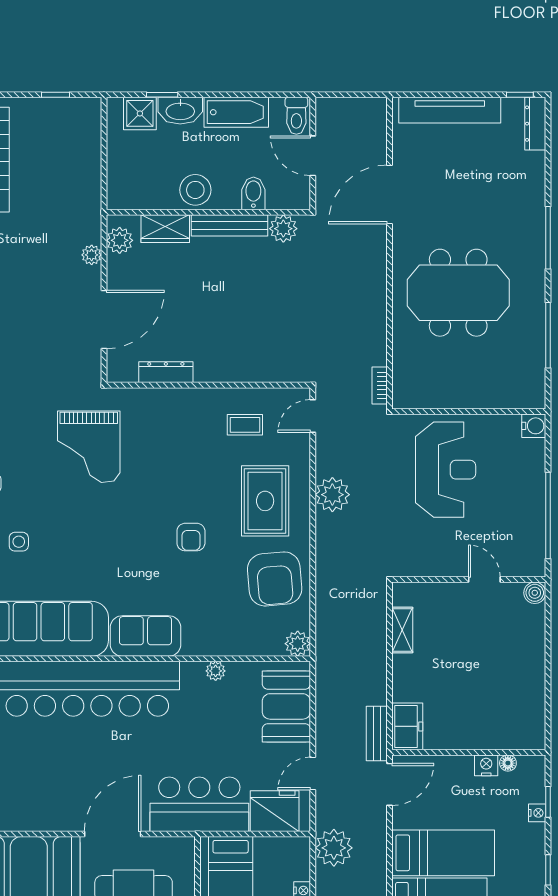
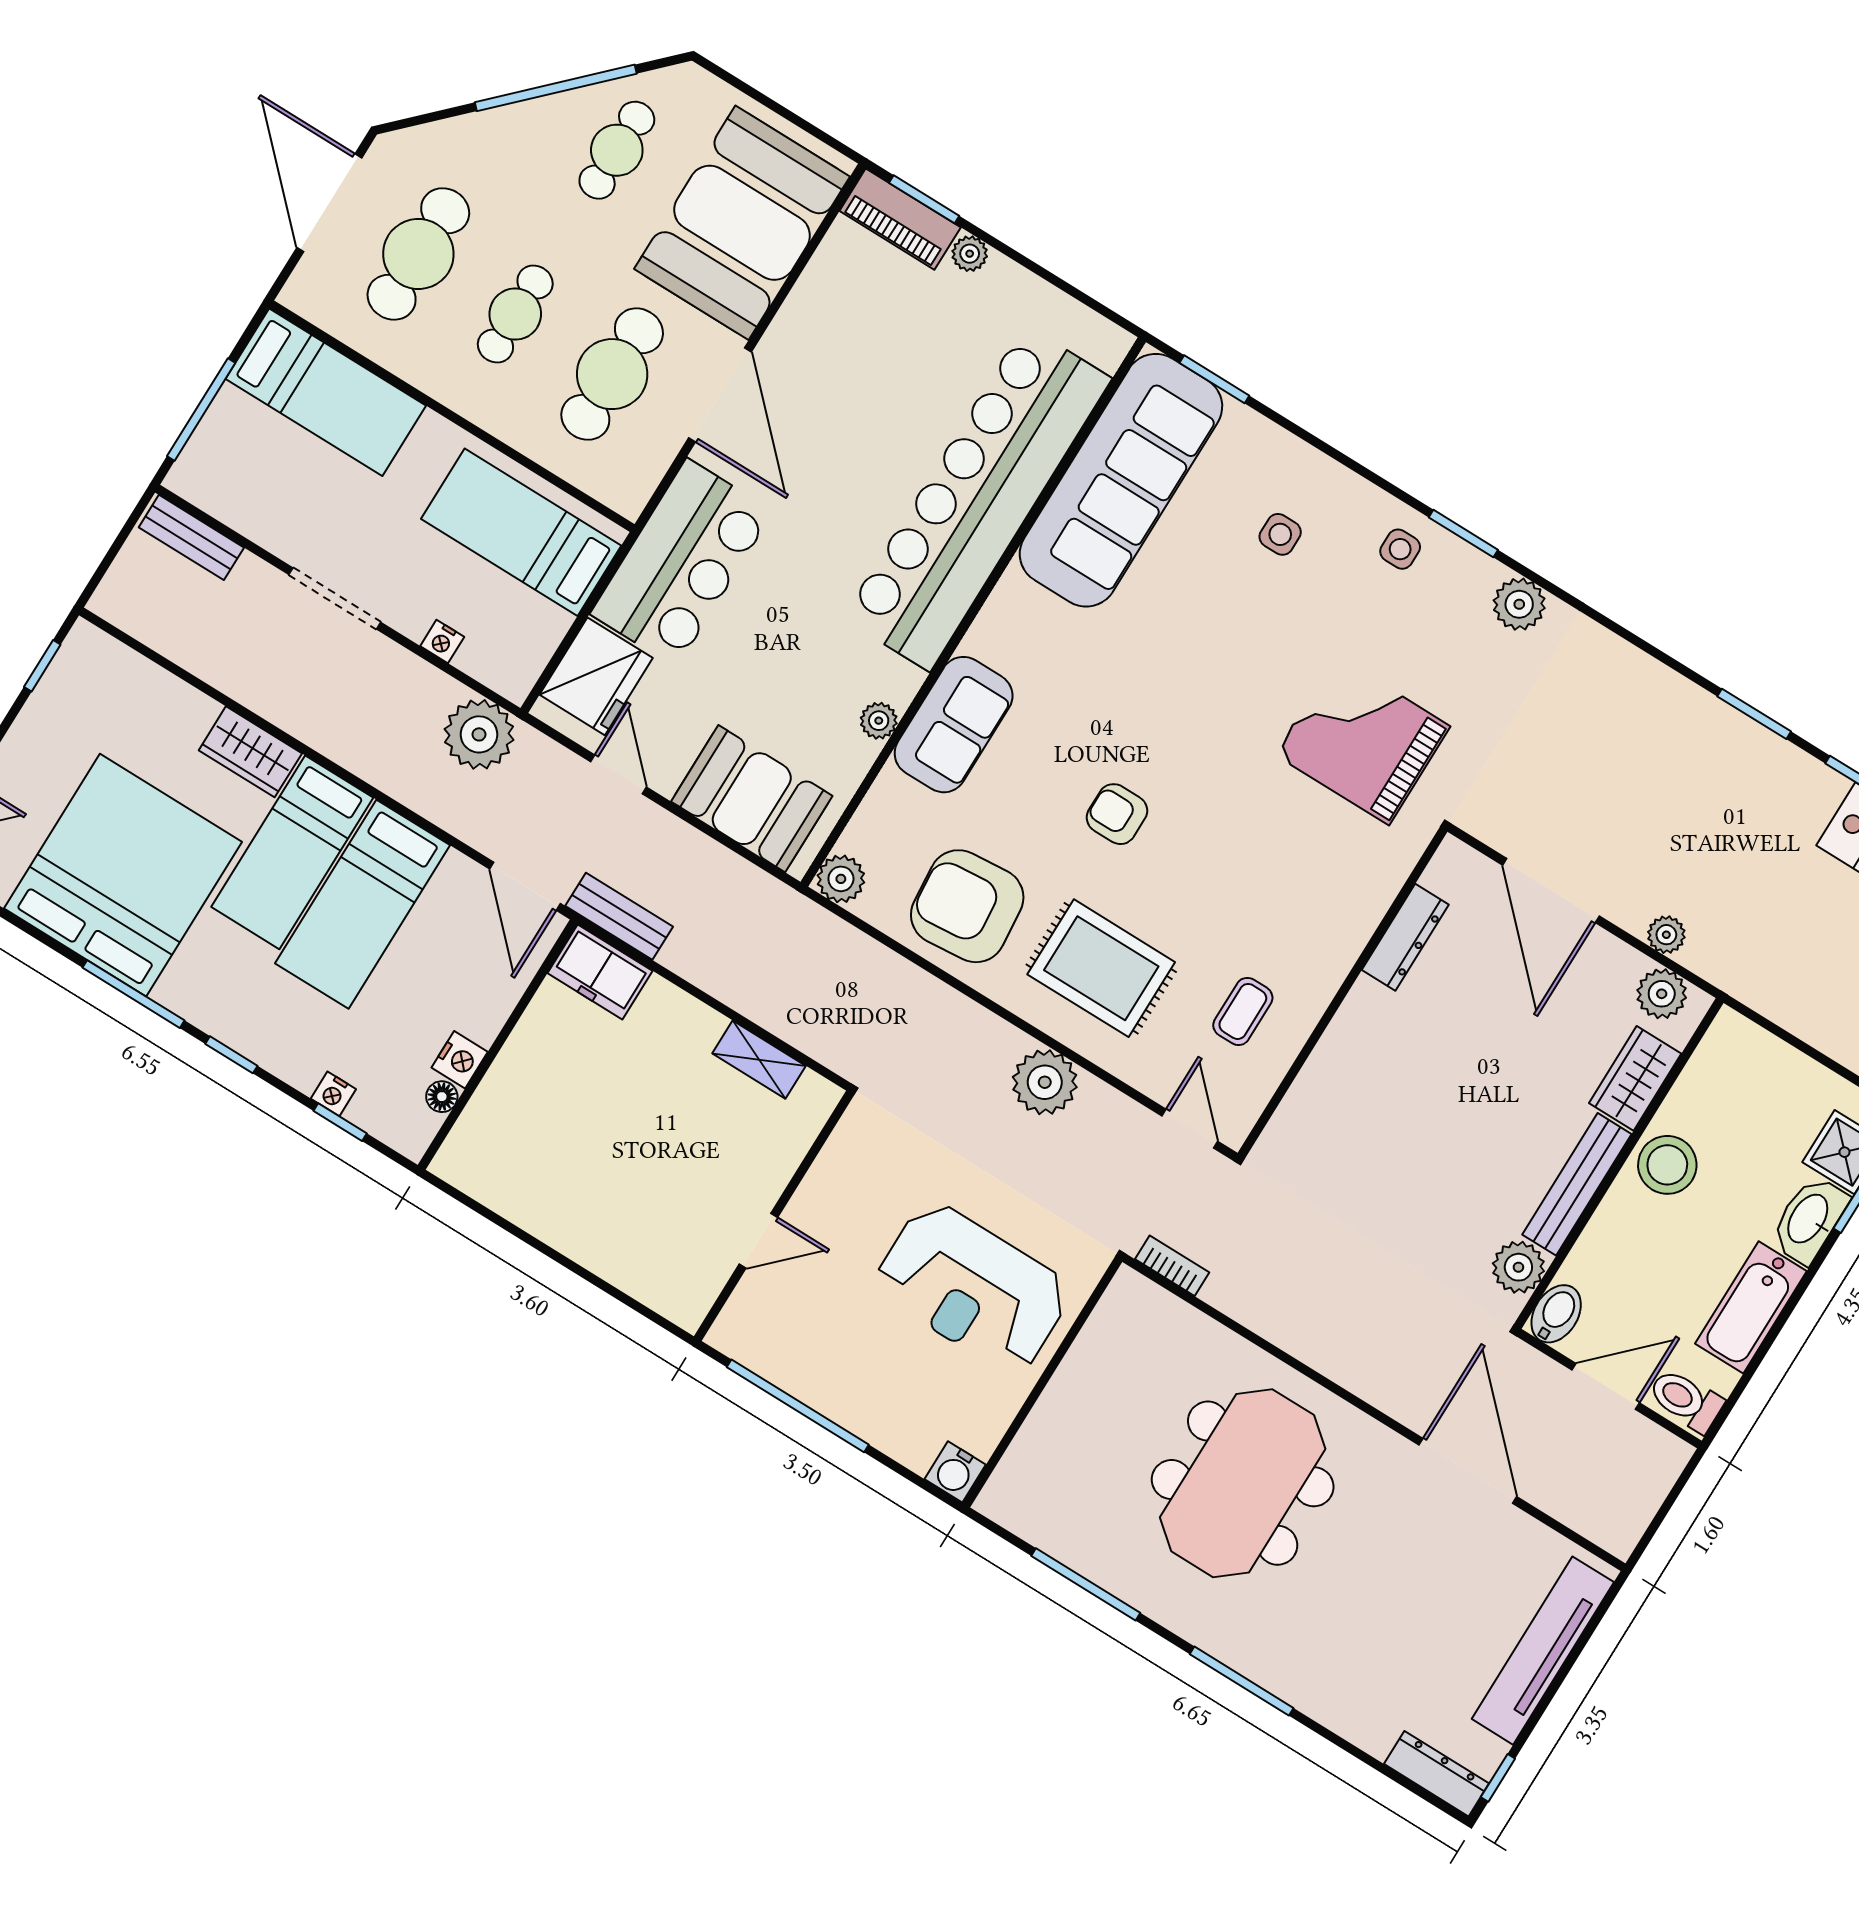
bidet: (253, 193) -> (1556, 1314), moved, turned -90
boiler: (535, 593) -> (687, 1308), removed
sofa: (145, 636) -> (954, 725), moved

